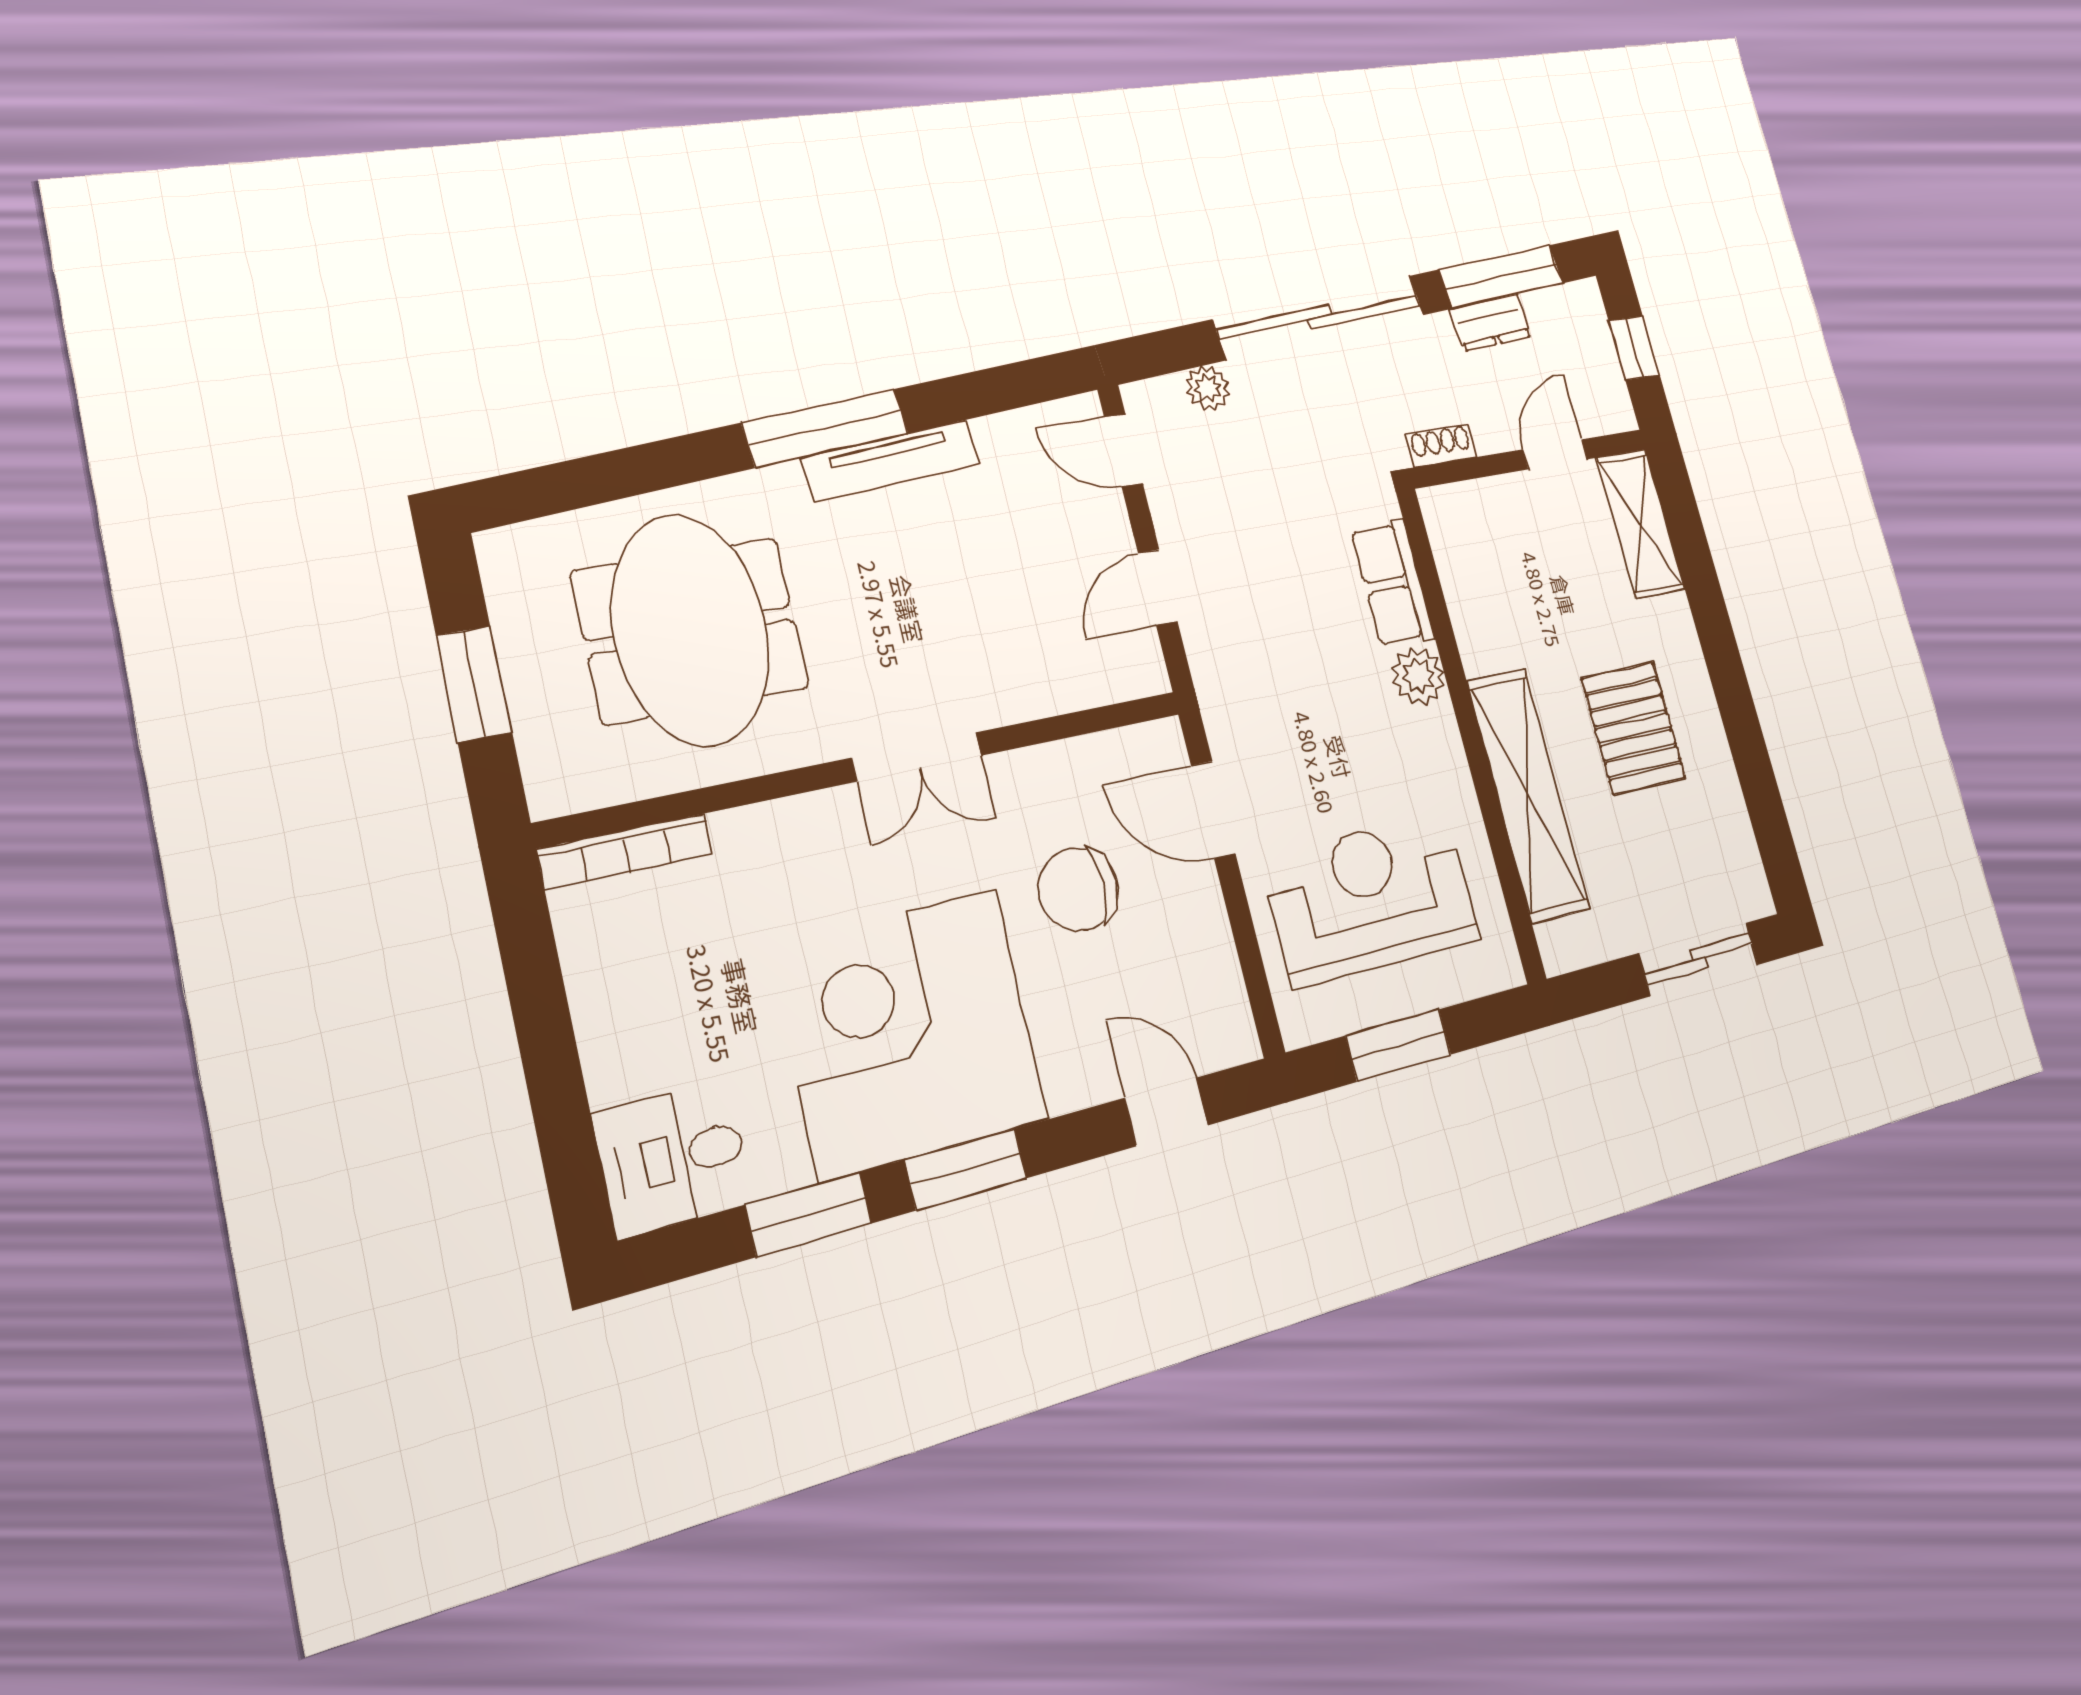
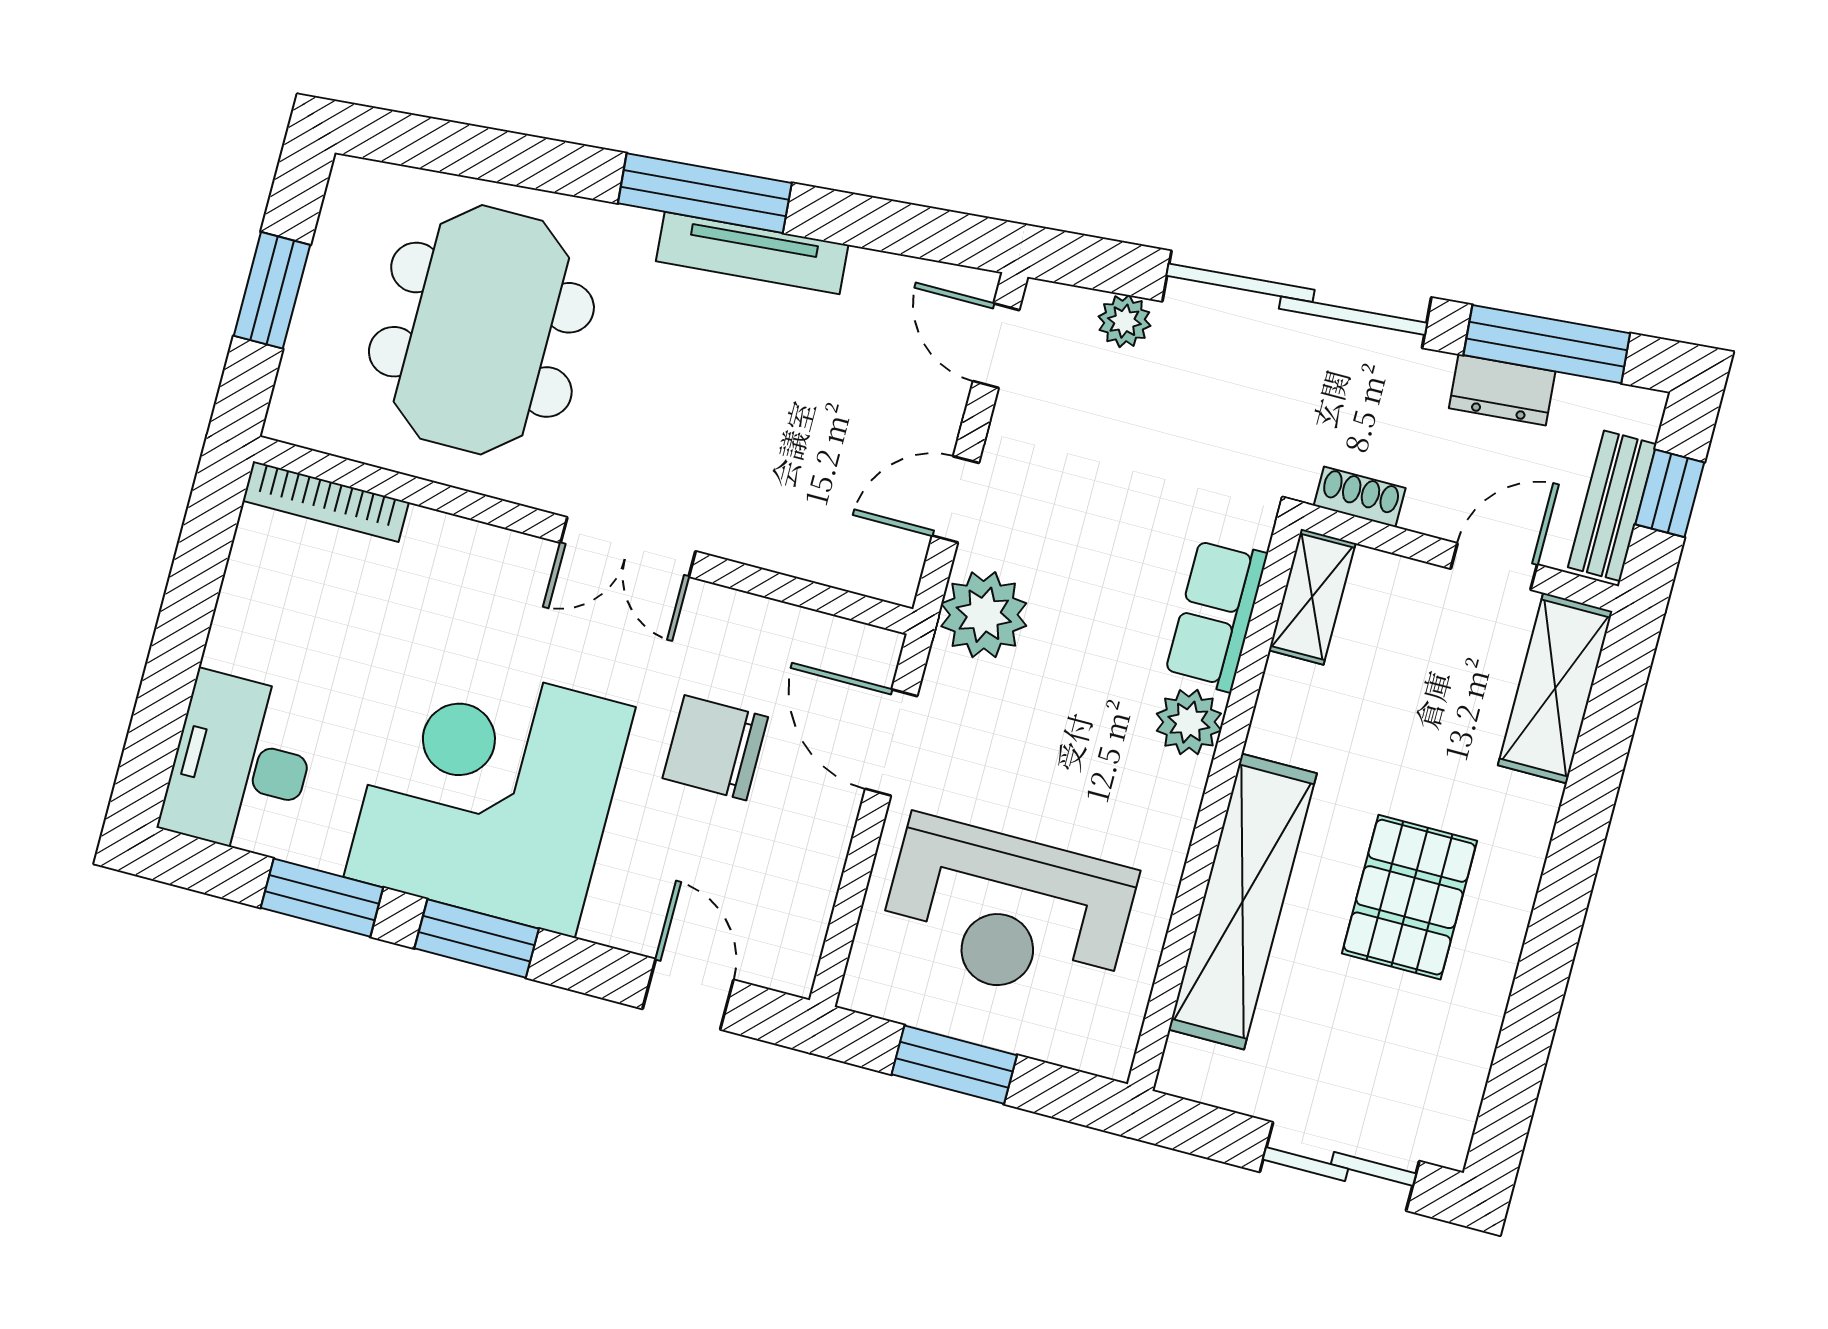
bench: (1604, 374) -> (1612, 506), added
shelving: (1450, 537) -> (1312, 597), added
plant: (1228, 669) -> (984, 615), added
reception desk: (1371, 898) -> (1007, 912), turned 180
desk: (673, 1158) -> (241, 764), width x1.37

